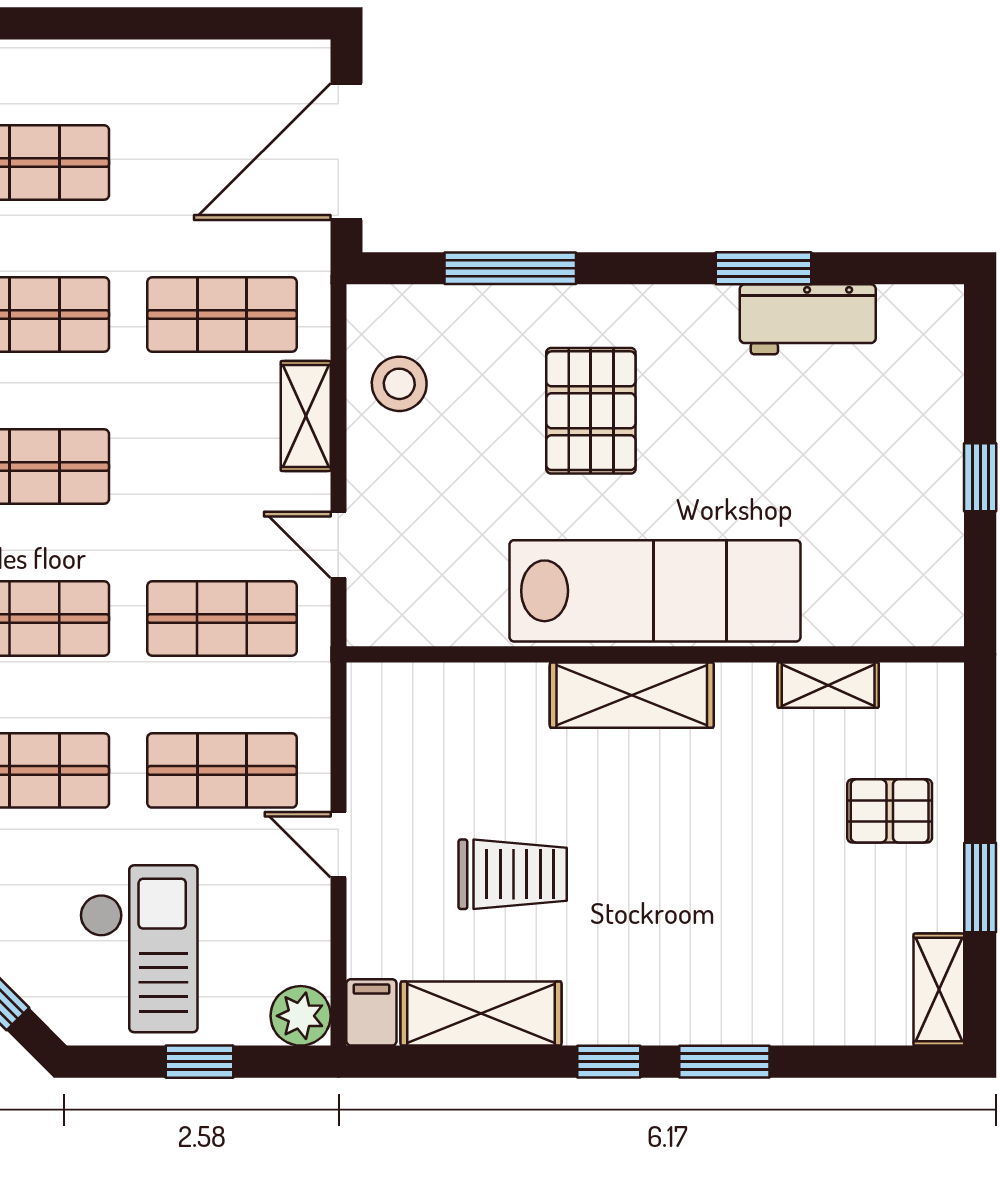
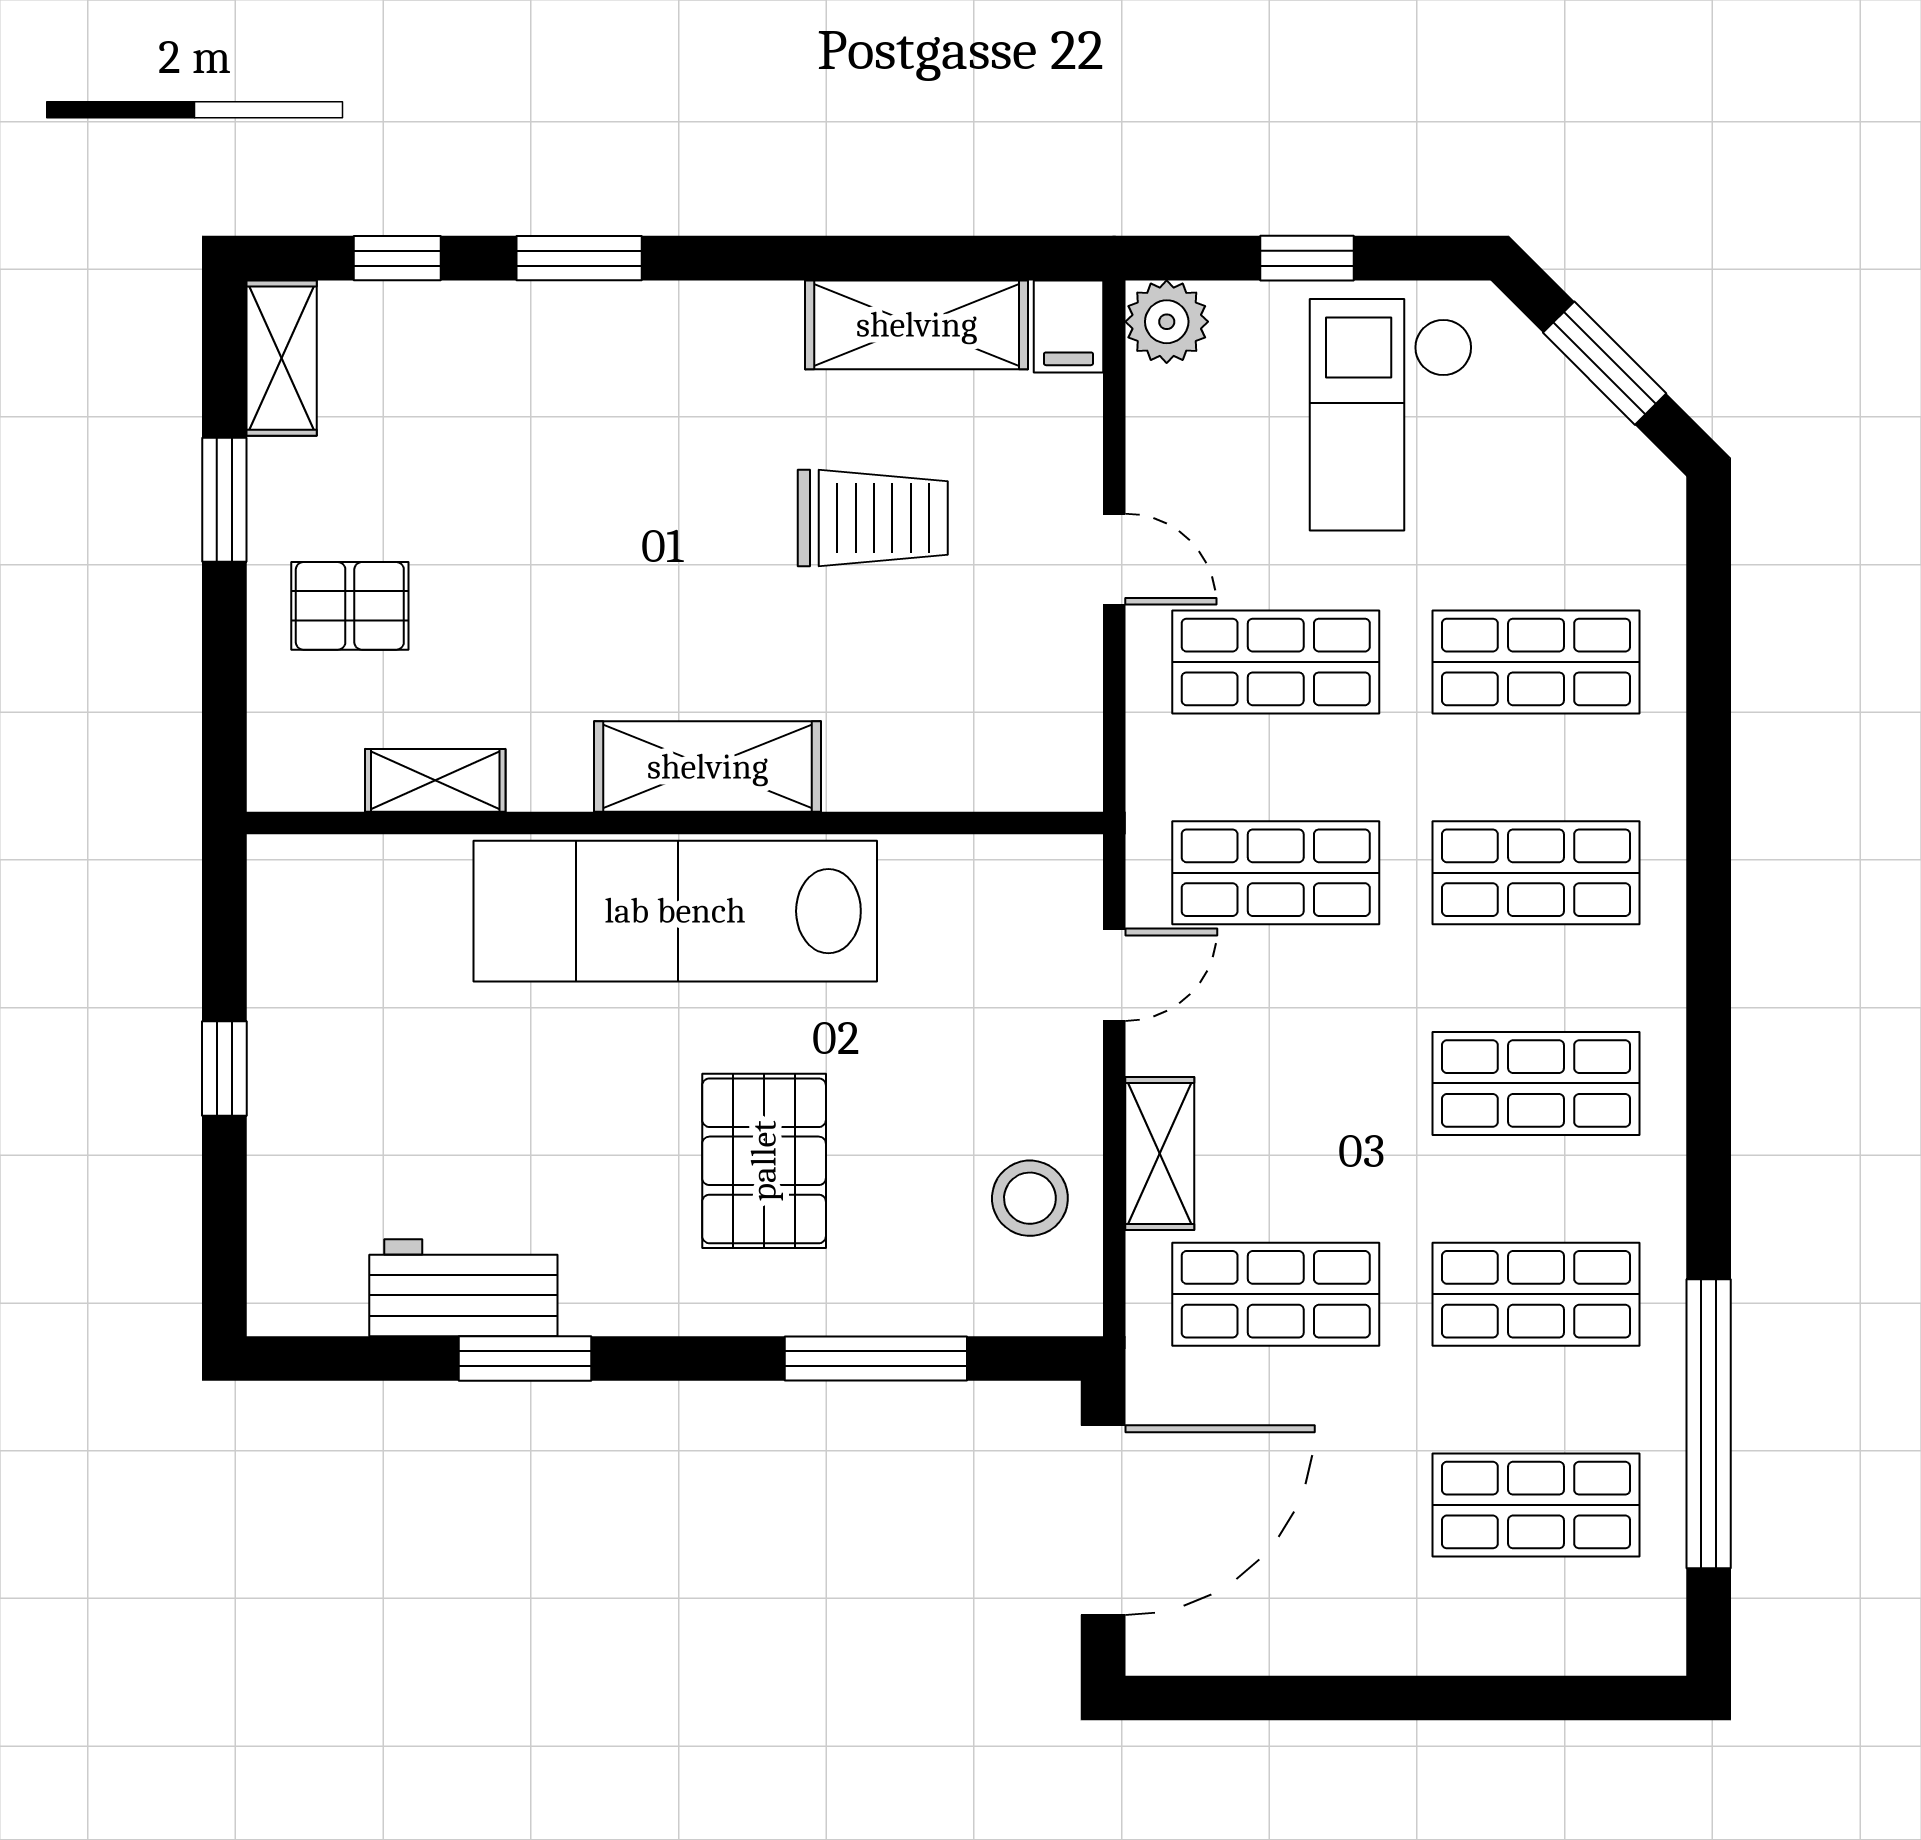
door: (338, 545) -> (1114, 975), hinge flipped
trolley: (513, 874) -> (873, 518), turned 180
window: (609, 1062) -> (397, 258), moved

